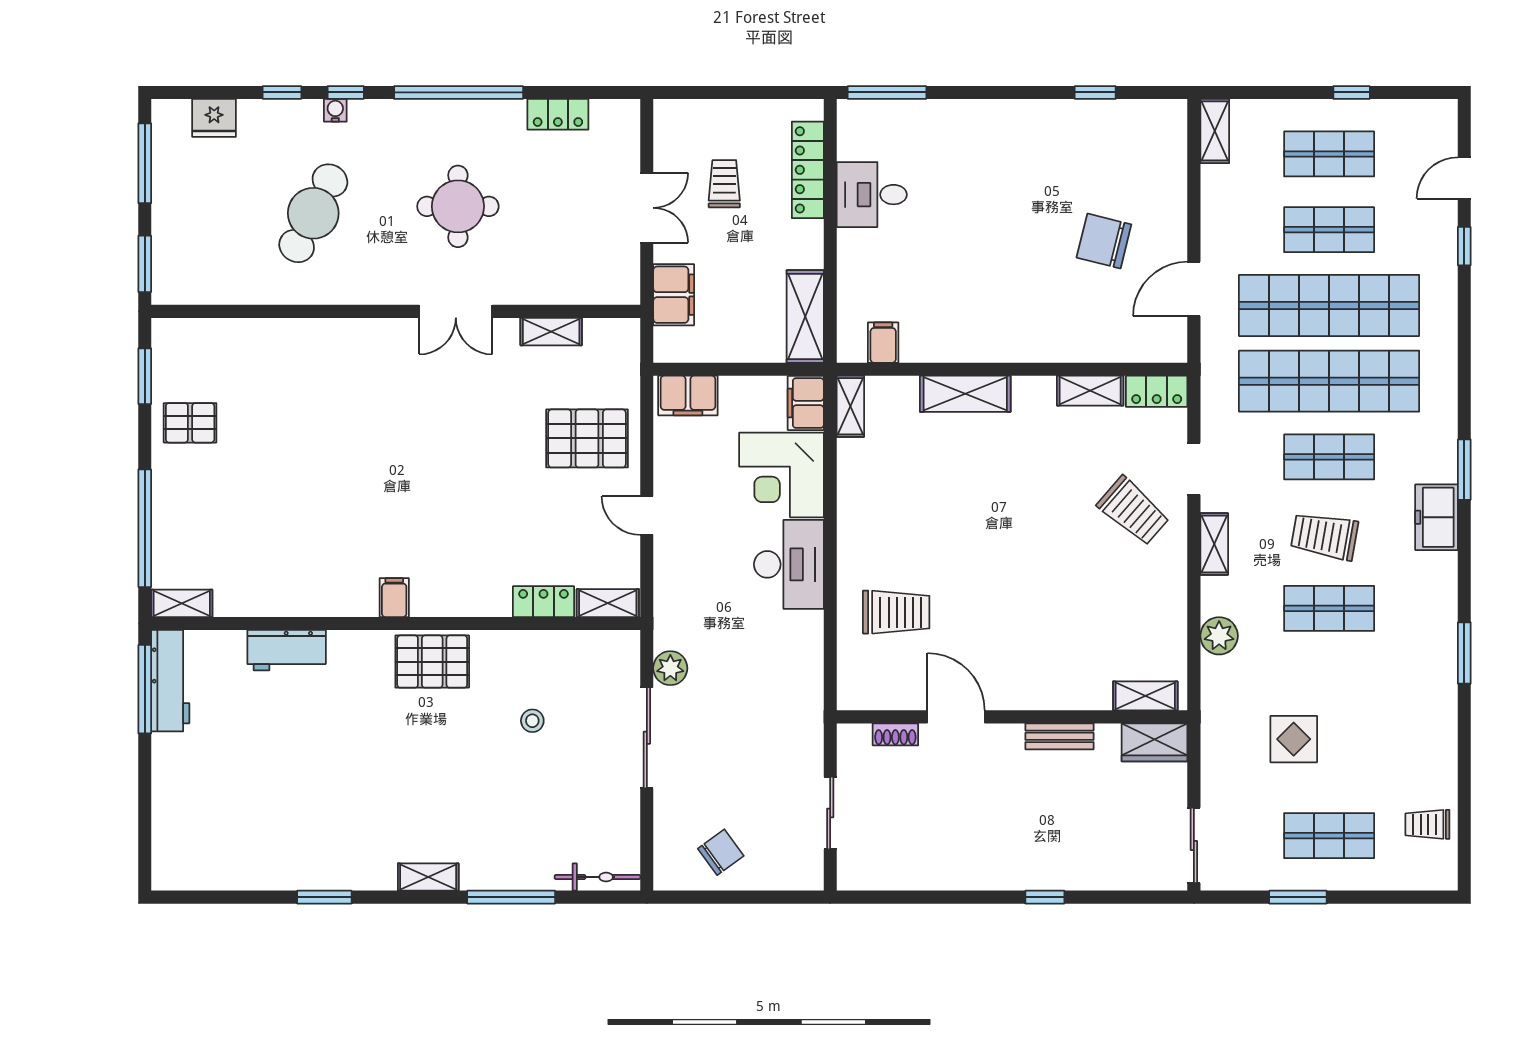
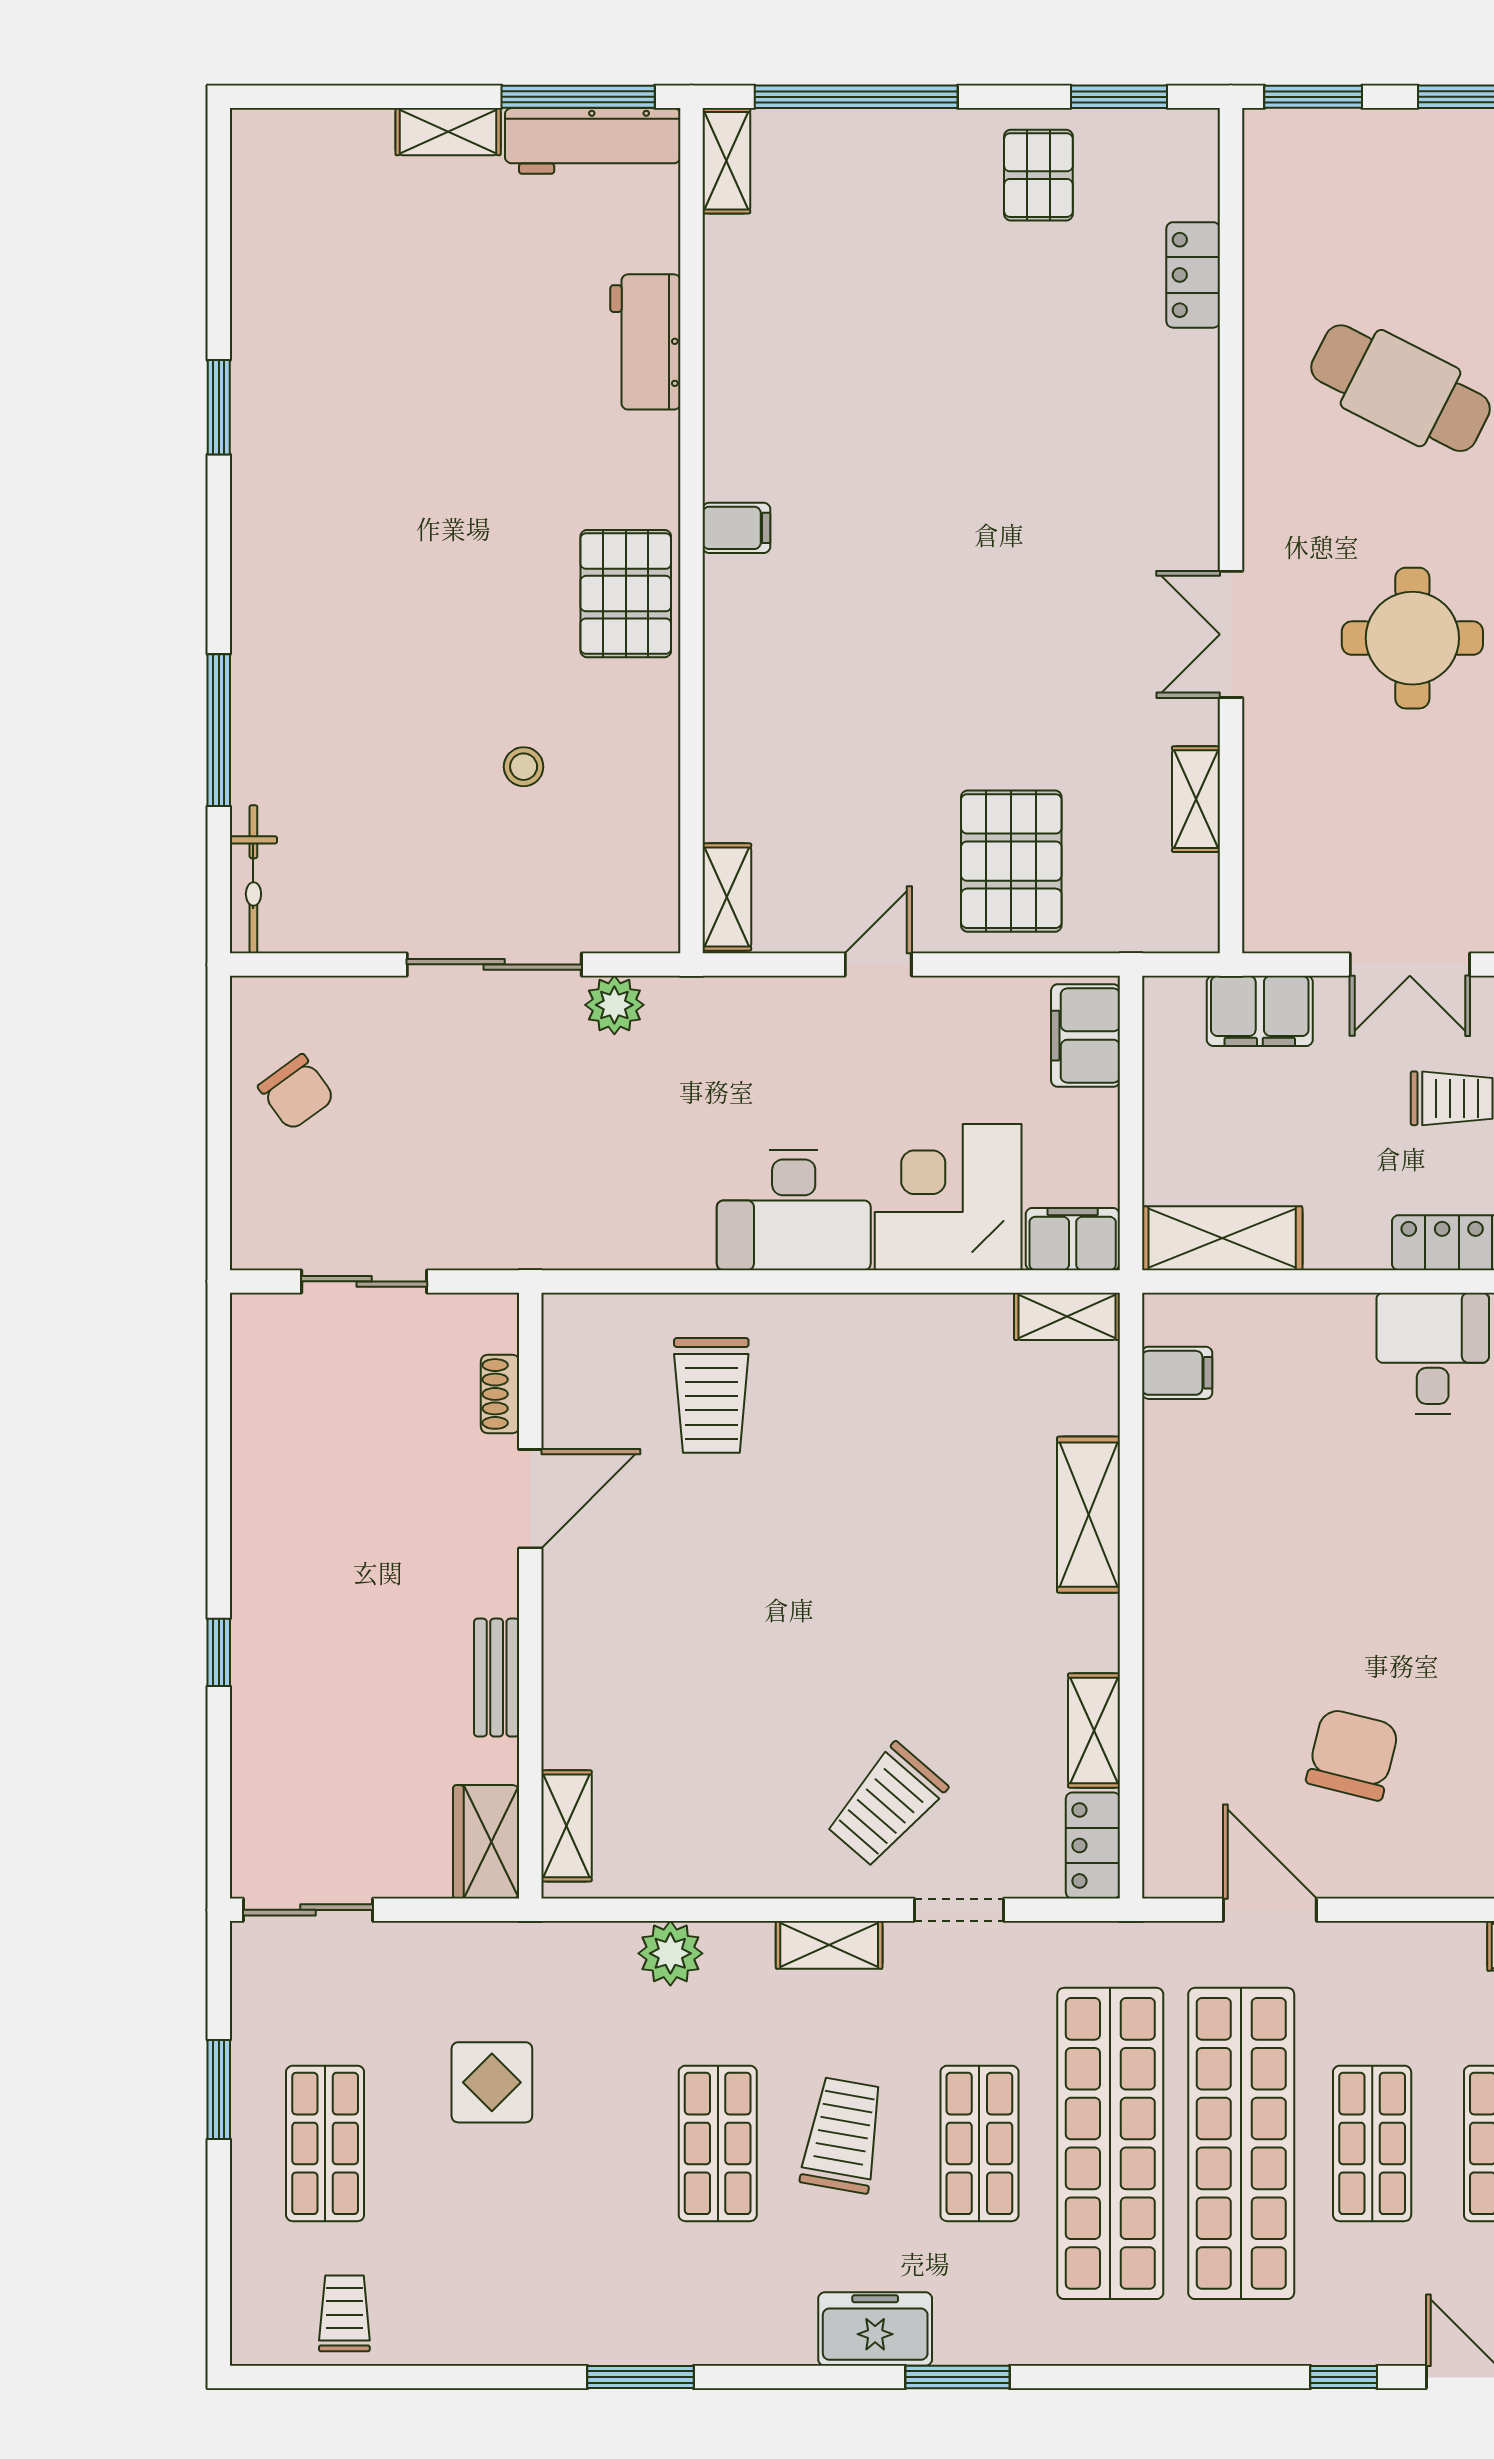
locker: (543, 602) -> (1193, 275), moved, turned 180
shelving: (428, 877) -> (448, 132), moved, turned 90

